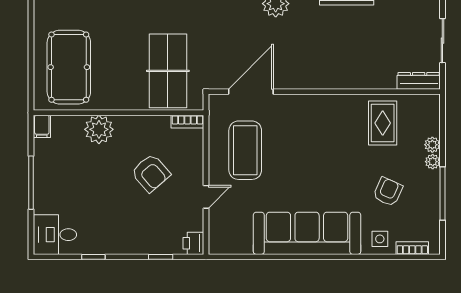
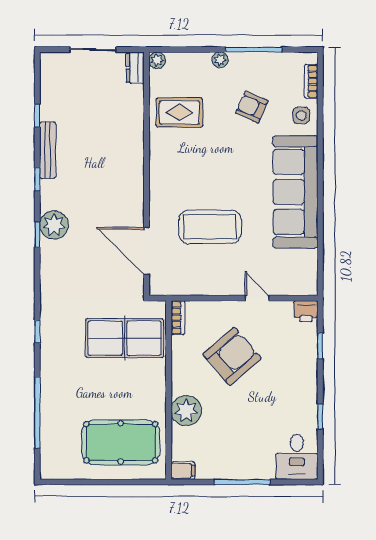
dresser: (419, 81) -> (135, 68), width x0.70
plant: (432, 145) -> (157, 60), moved
coffee table: (245, 150) -> (210, 227), moved
armchair: (151, 173) -> (232, 356), width x1.36, depth x1.36

